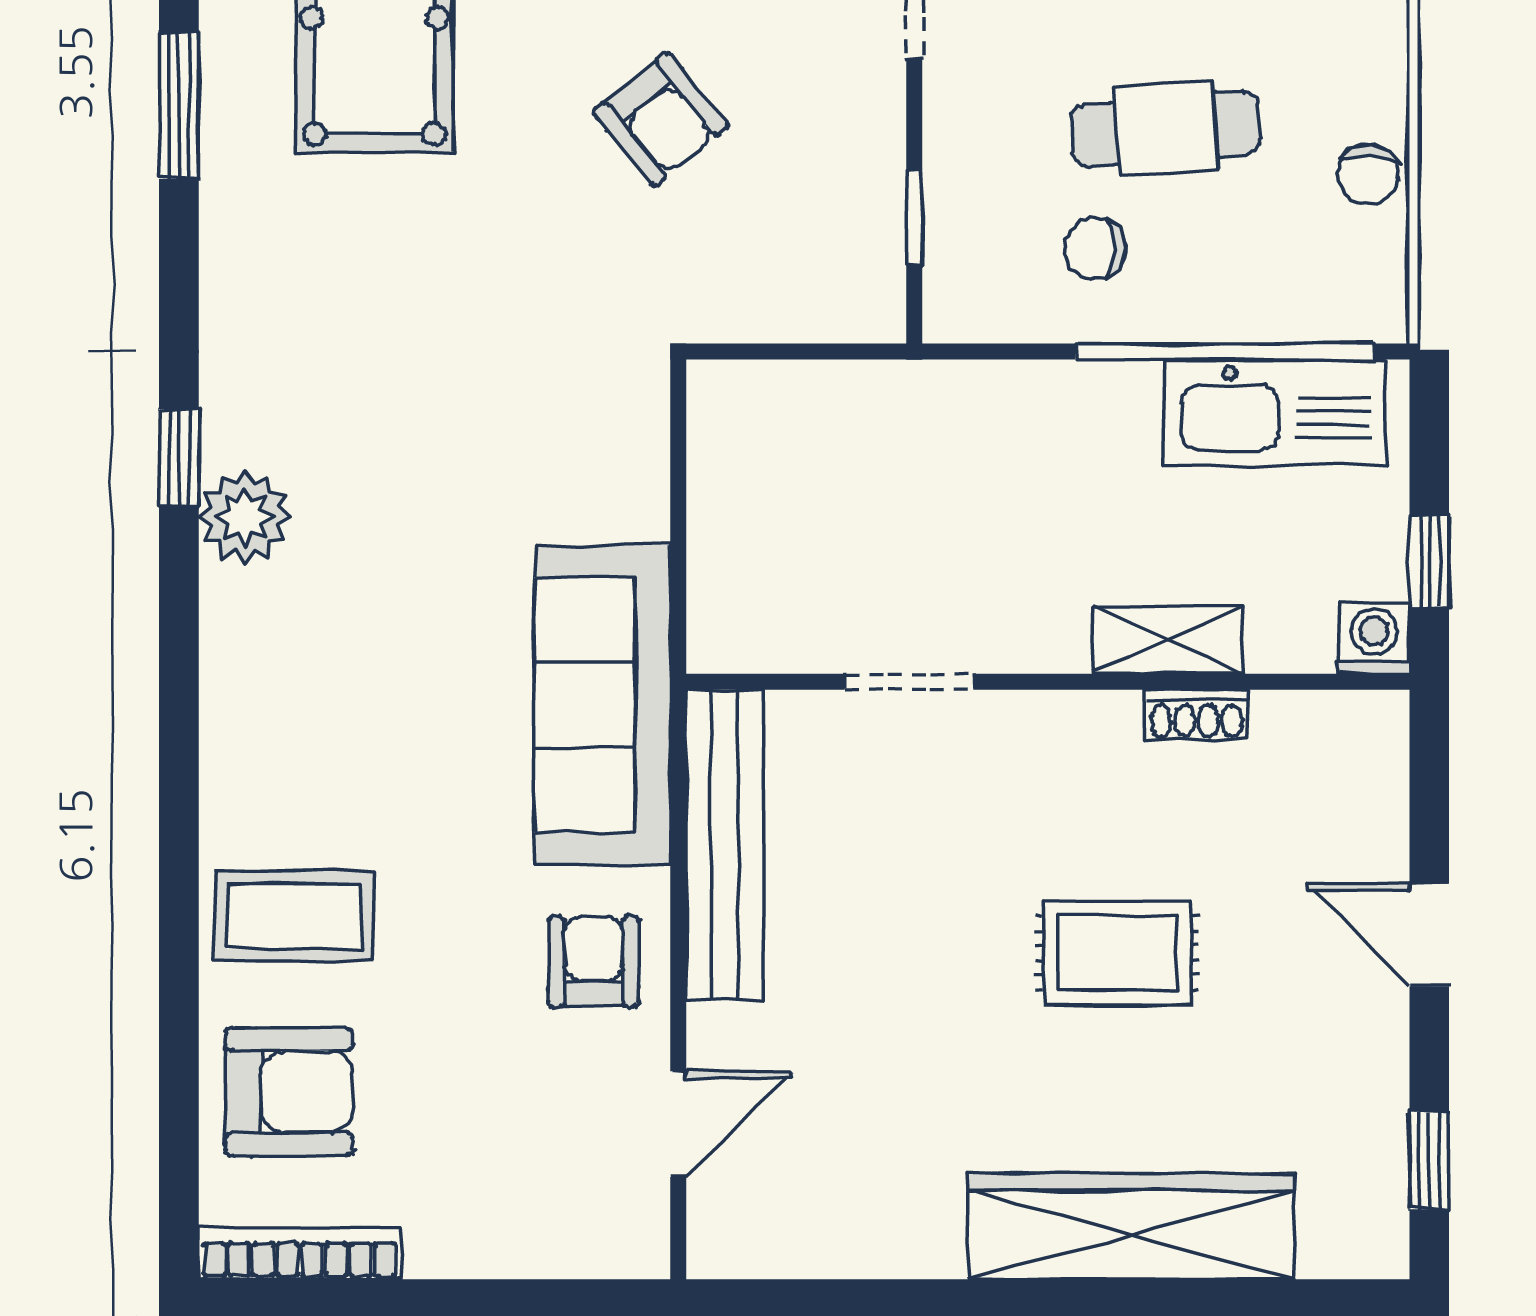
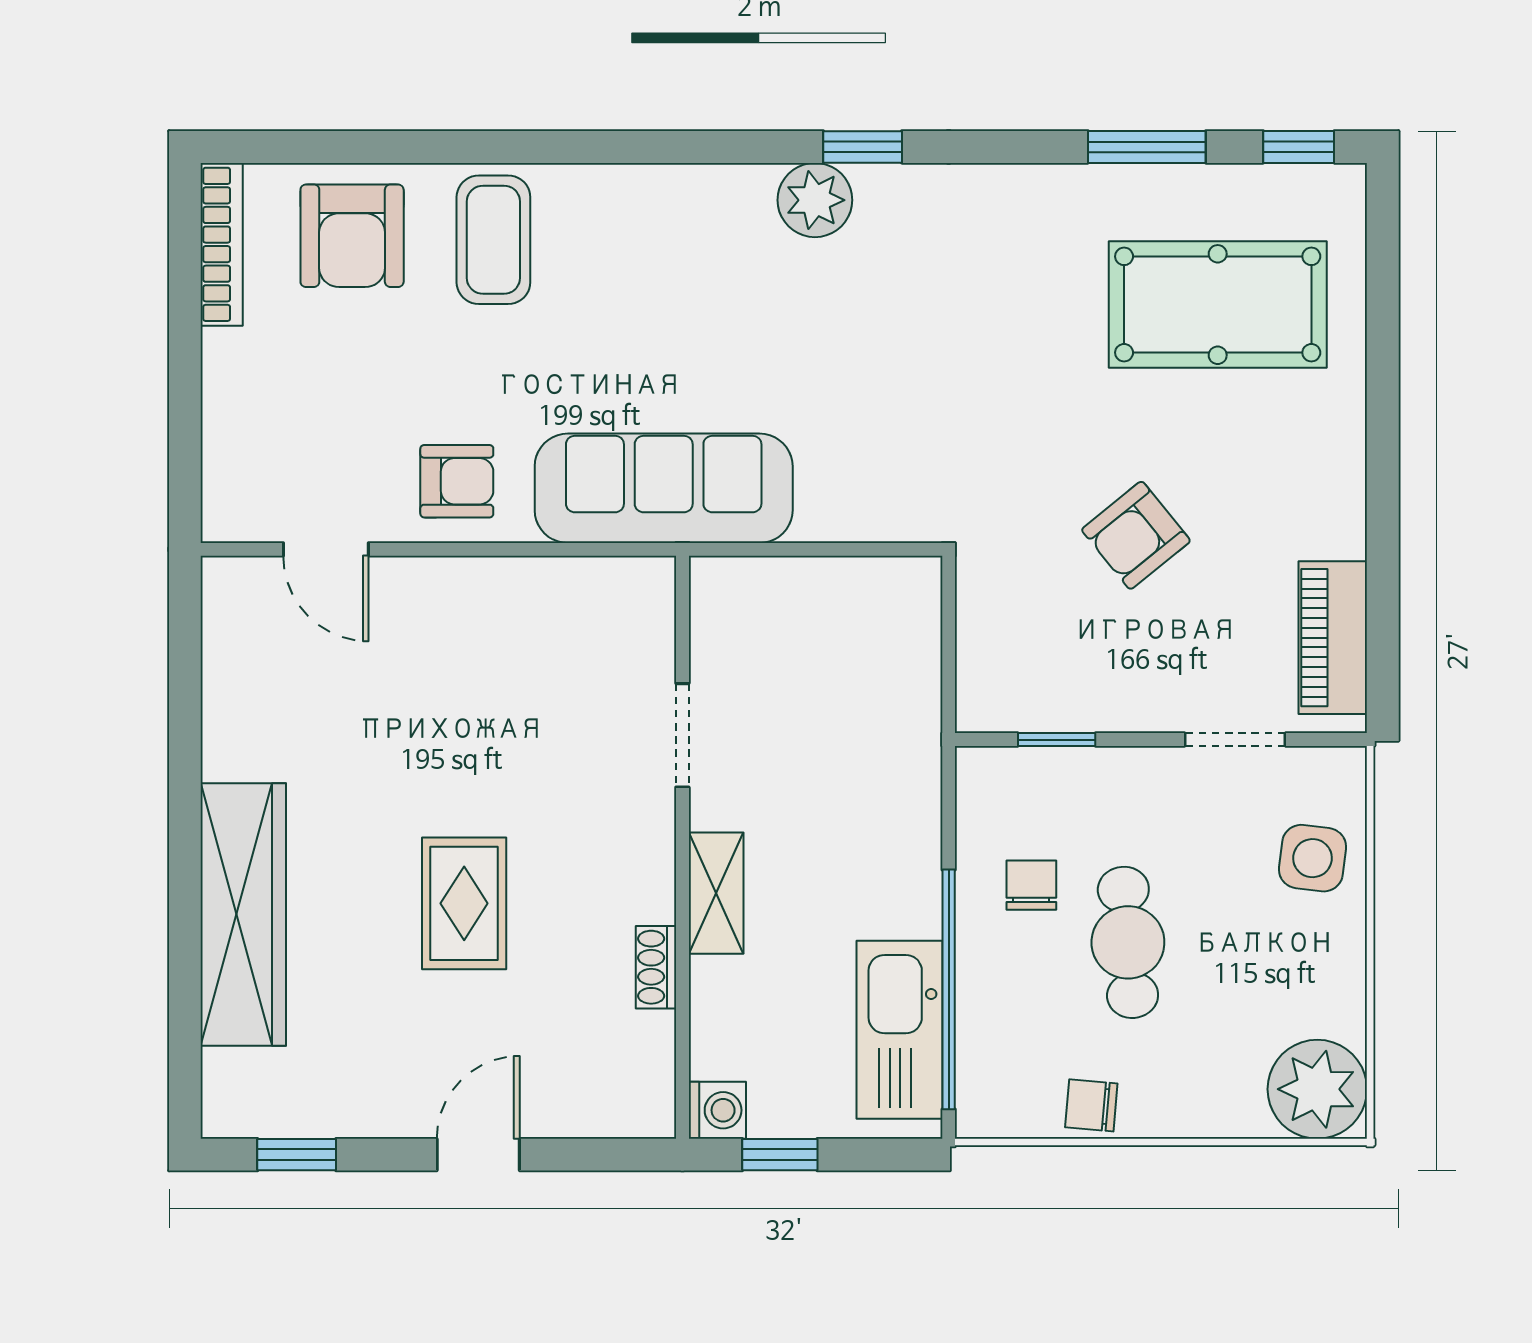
shelving: (1168, 640) -> (716, 893), moved
bench: (725, 845) -> (551, 587), removed

